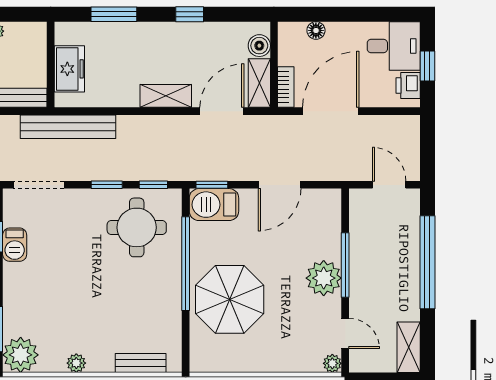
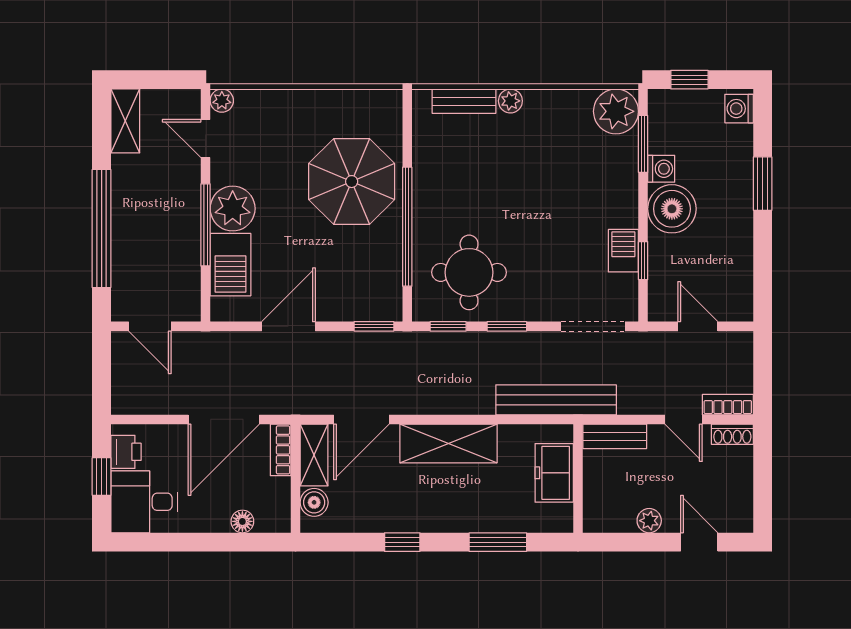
shelving: (166, 96) -> (448, 444), width x1.50, depth x1.33
barbecue: (214, 205) -> (231, 265), moved, turned 90
plant: (76, 363) -> (510, 101), moved

